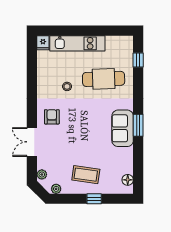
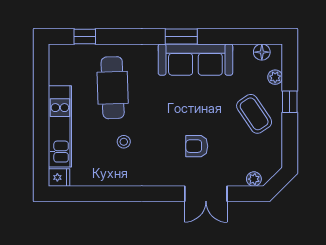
armchair: (52, 117) -> (197, 146), moved
sofa: (123, 128) -> (195, 60), width x1.36
coffee table: (86, 175) -> (254, 114), turned -42
plant: (56, 189) -> (275, 77), moved

